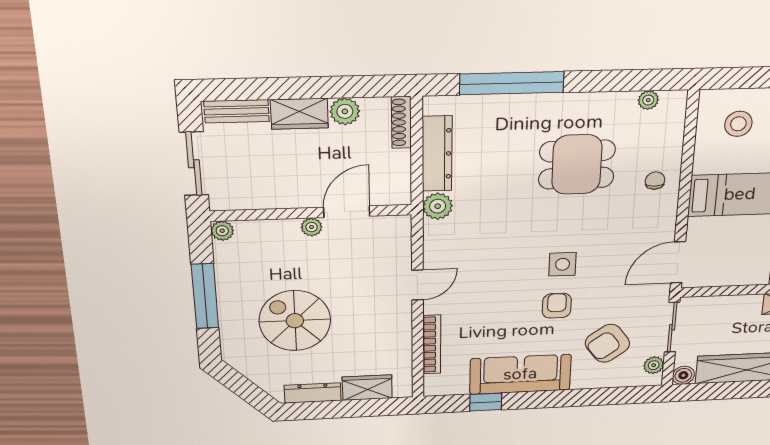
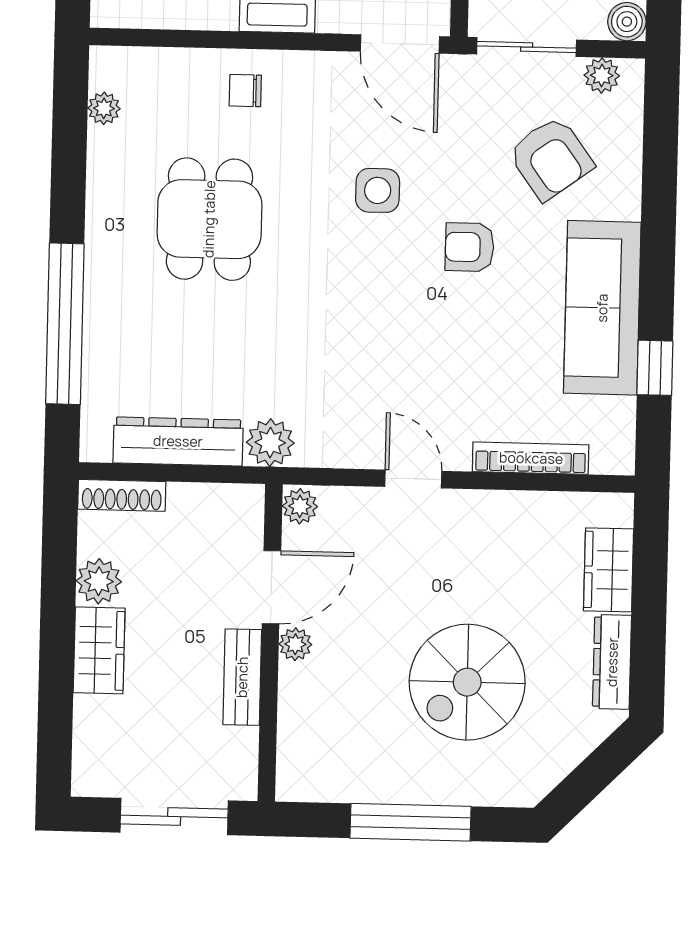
bench: (237, 111) -> (242, 677), moved
door: (347, 212) -> (271, 587), swing flipped
plant: (222, 231) -> (300, 506), moved
side table: (563, 264) -> (378, 190), moved

